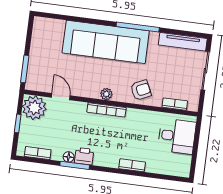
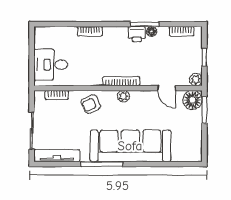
floor lamp: (36, 81) -> (192, 100), added
plant: (34, 108) -> (196, 80), width x0.53, depth x0.53

